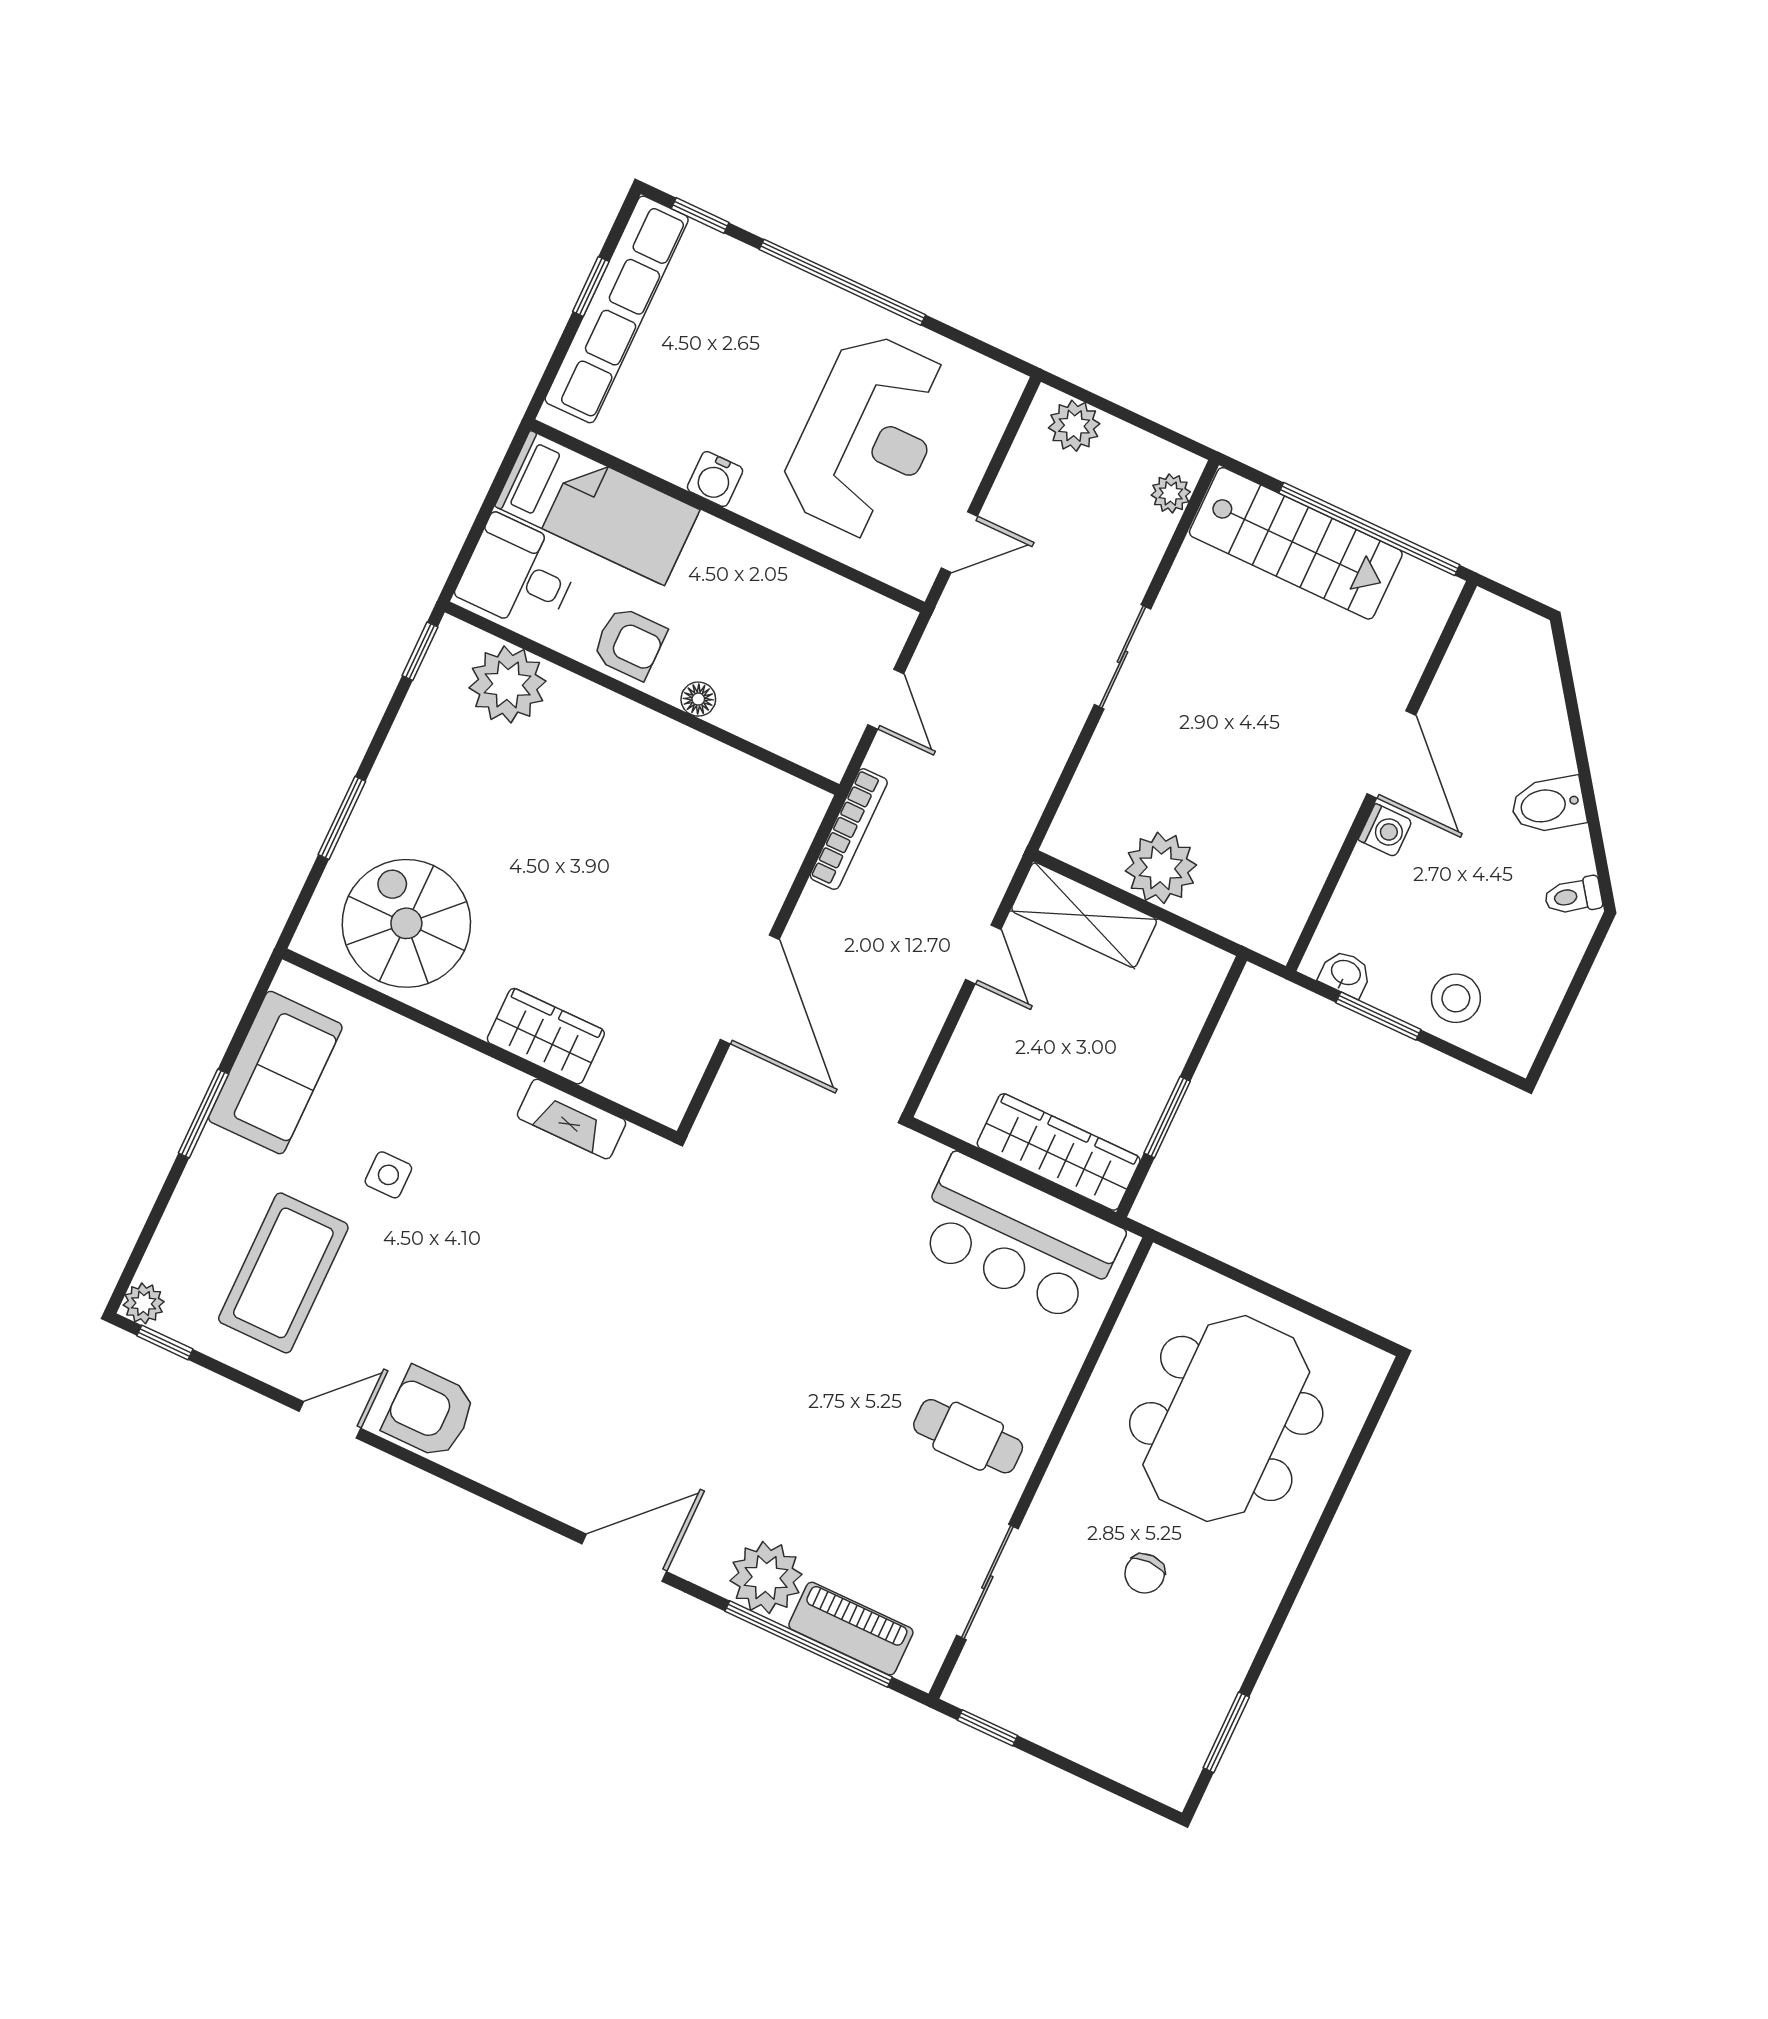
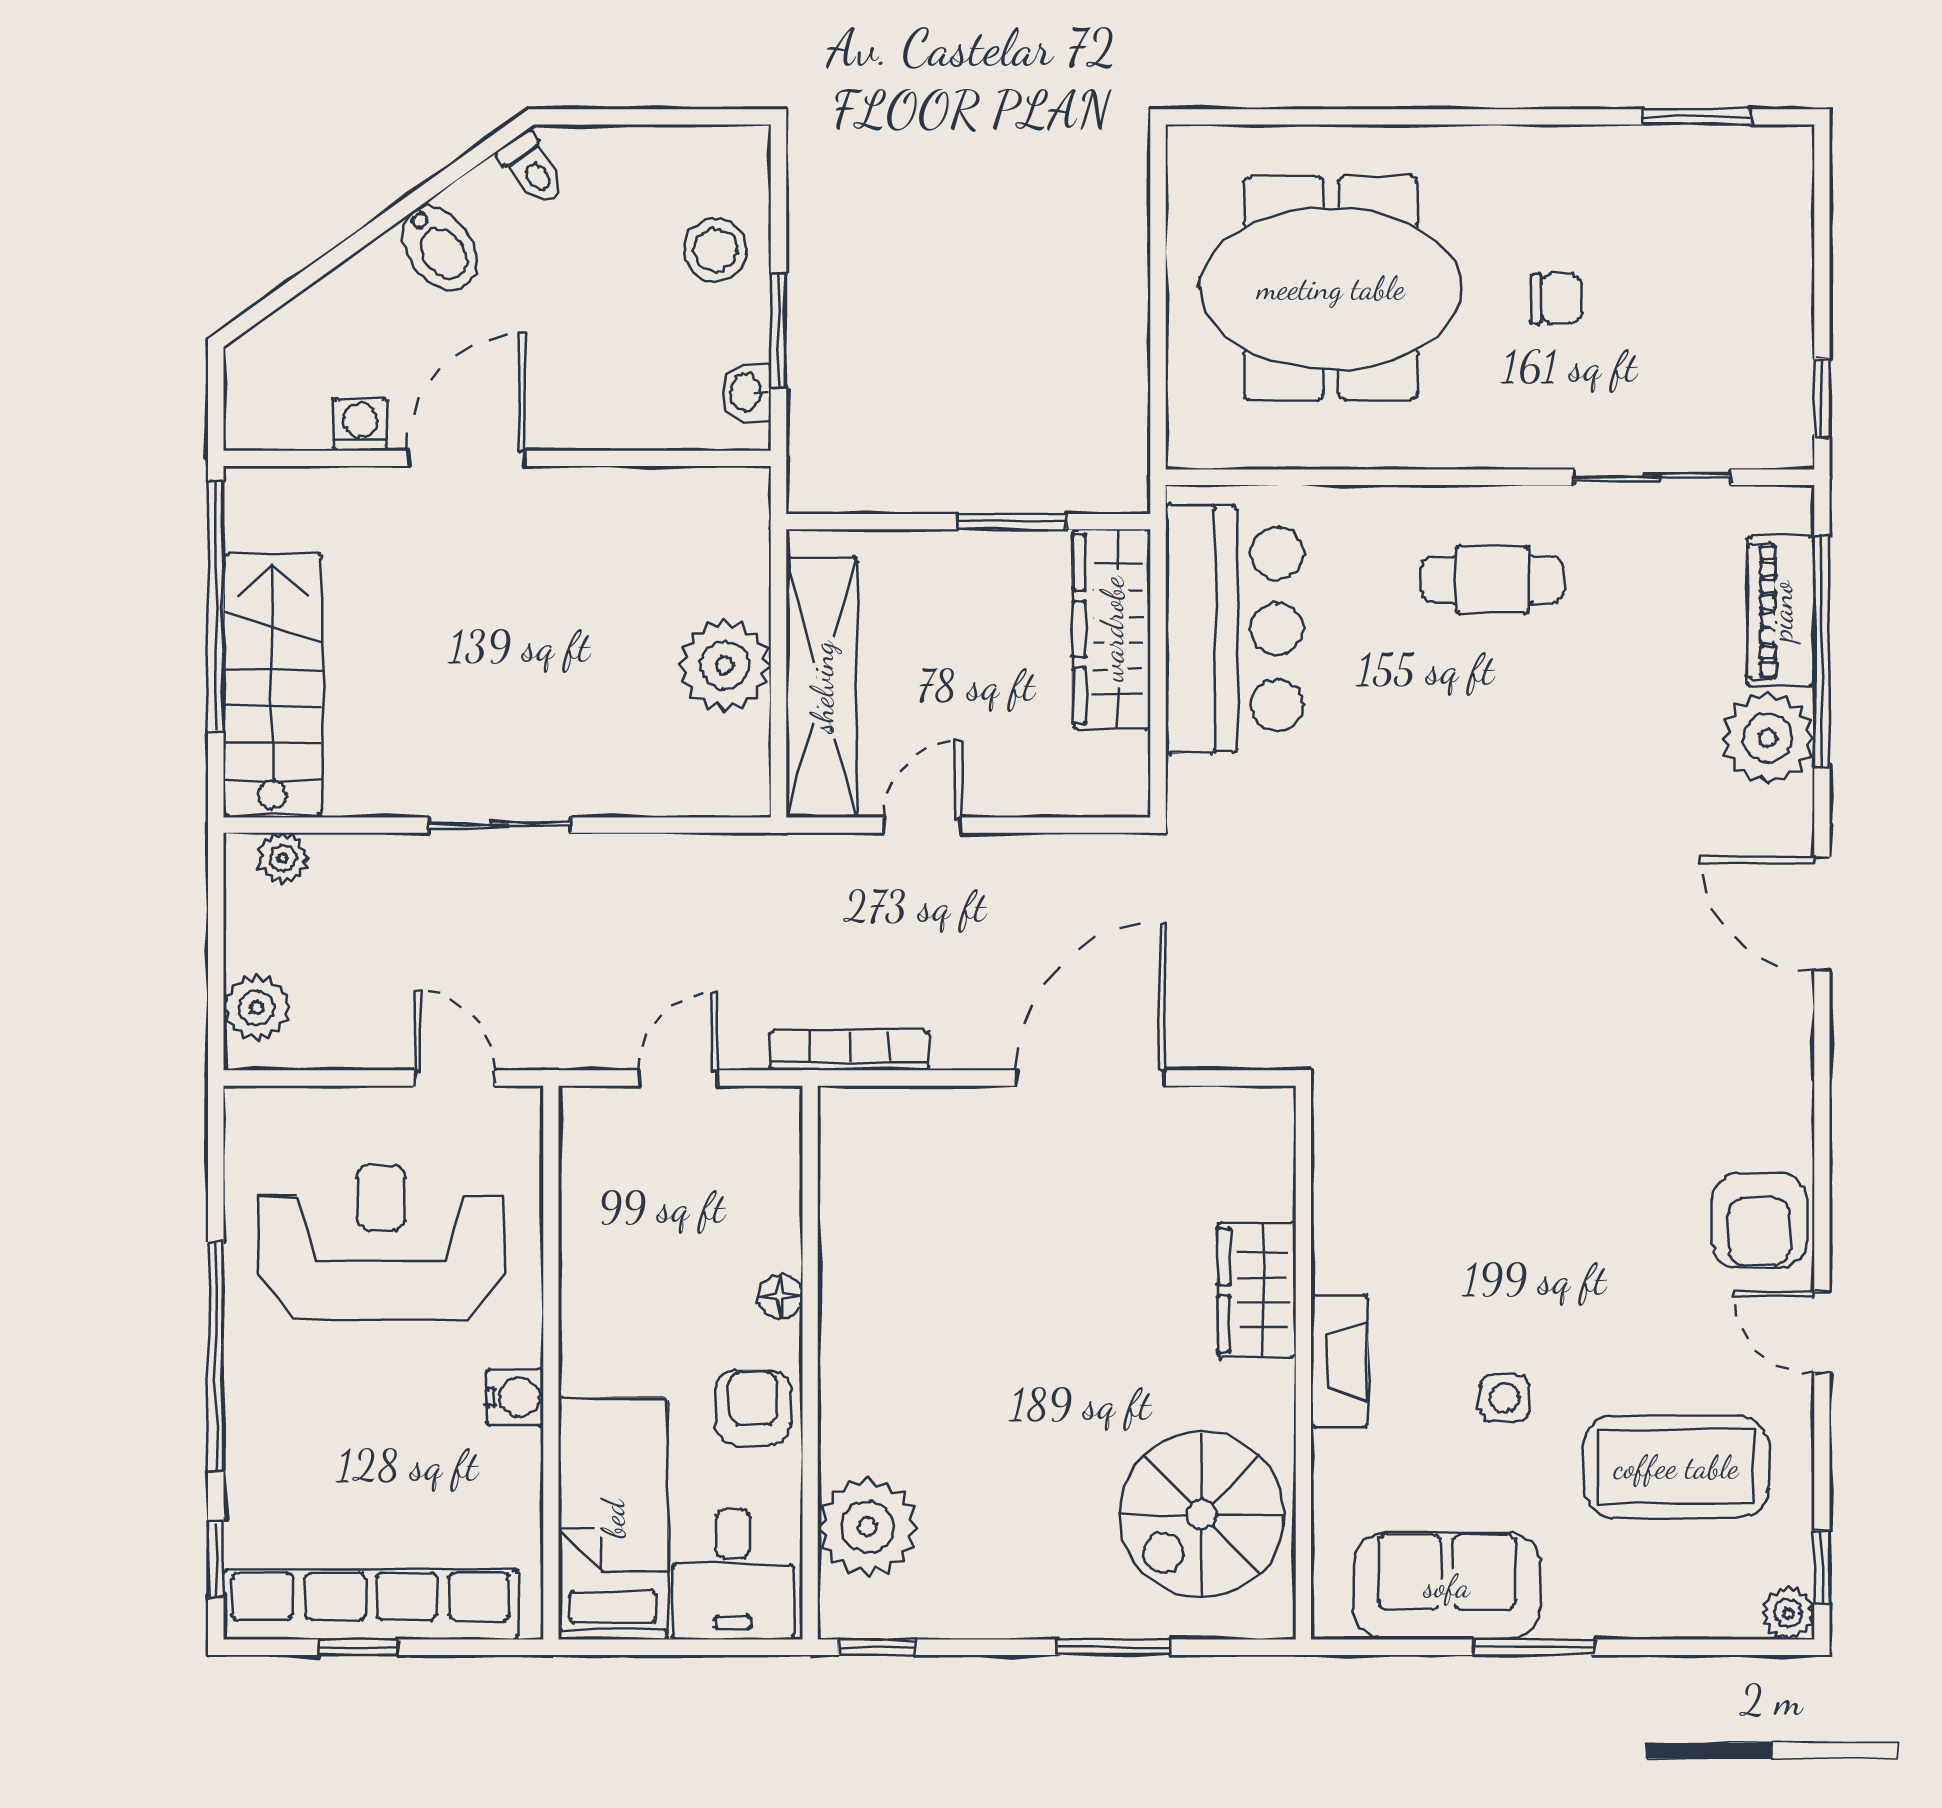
washing machine: (1385, 830) -> (360, 424), moved
shelving: (1084, 915) -> (822, 687), width x1.47
fireplace: (572, 1119) -> (1339, 1361), moved
cafe table: (968, 1436) -> (1492, 580), turned 90

